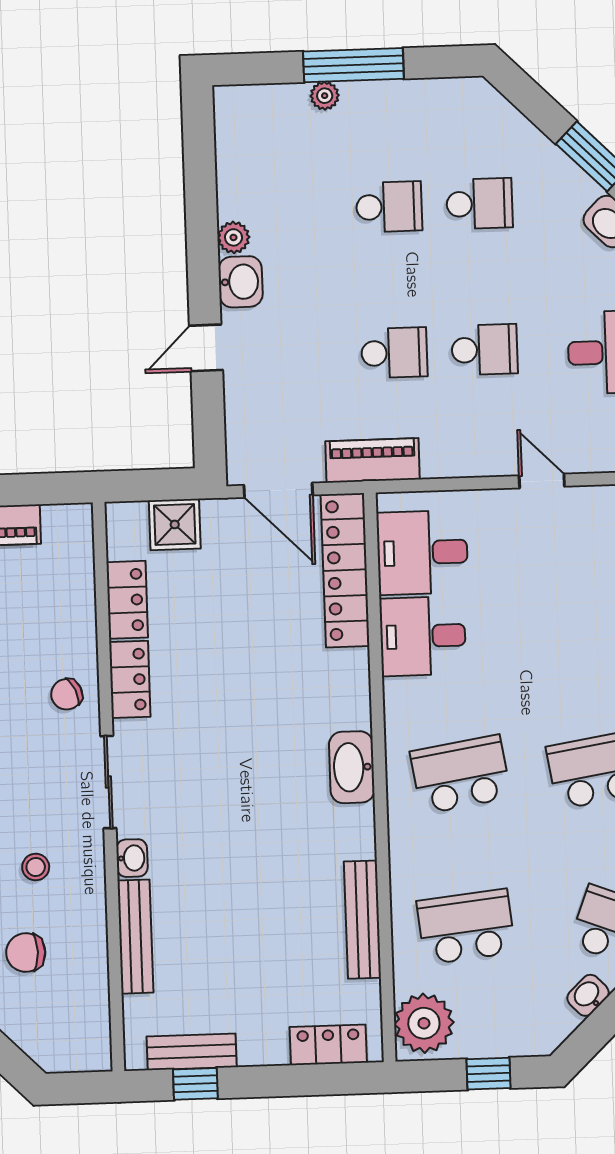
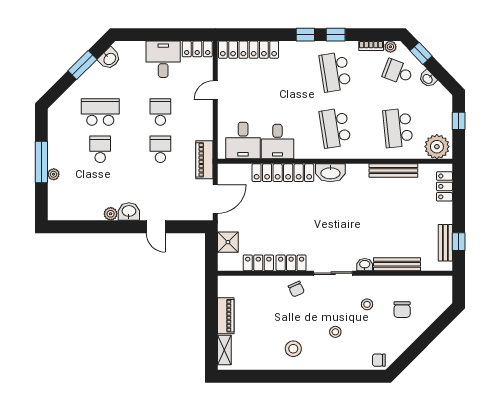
school desk: (479, 204) -> (100, 112), width x1.85
locker: (345, 570) -> (283, 173), moved

